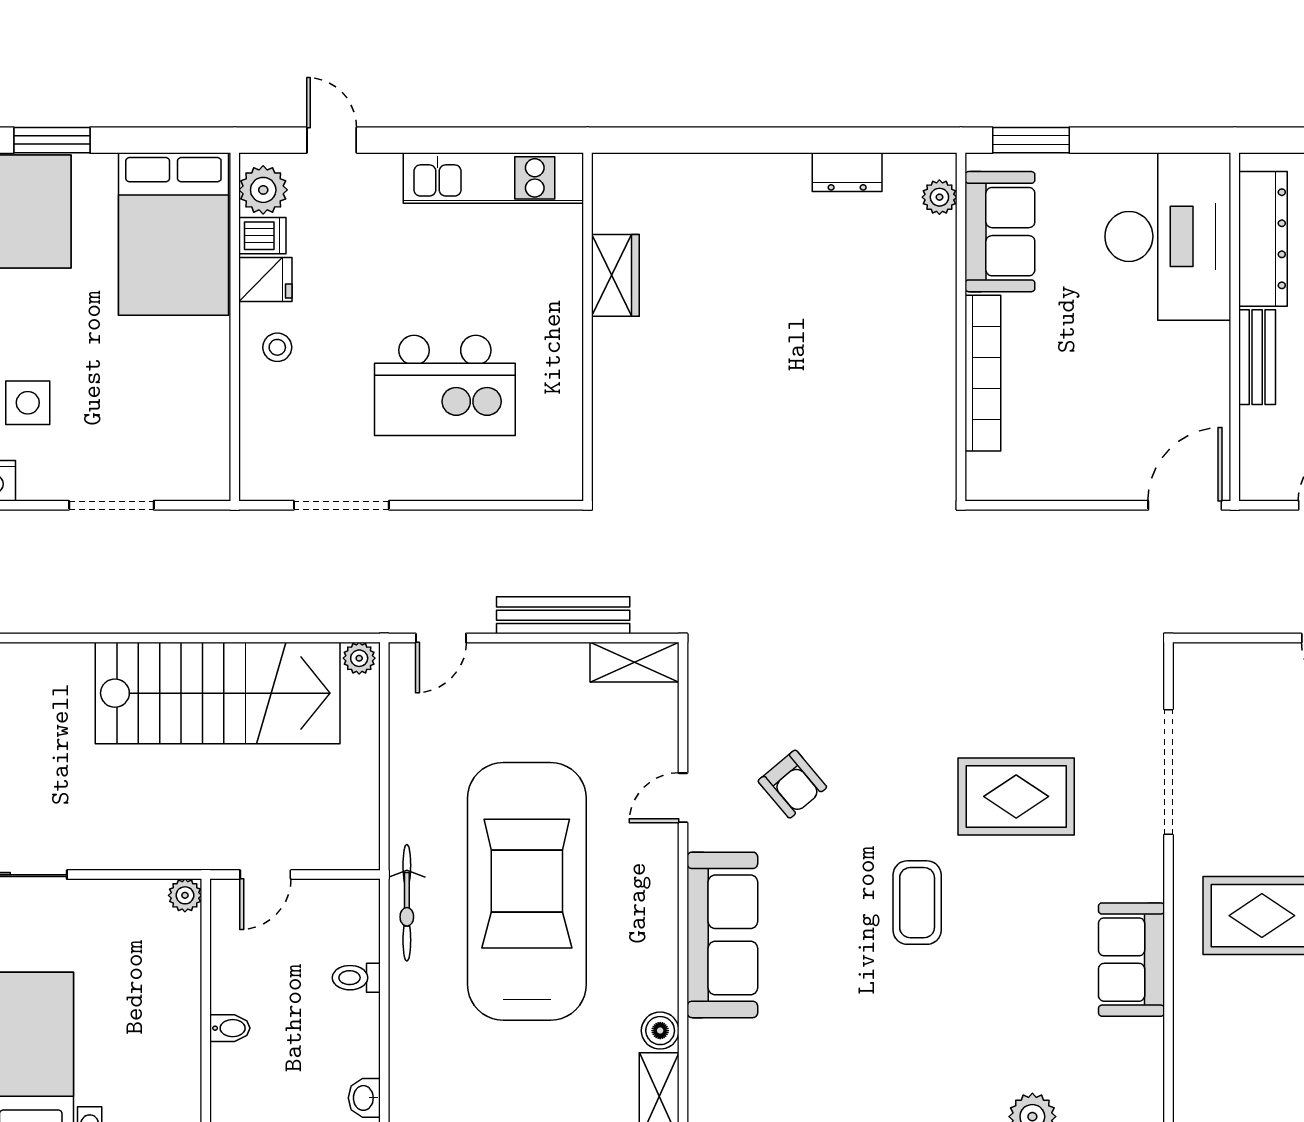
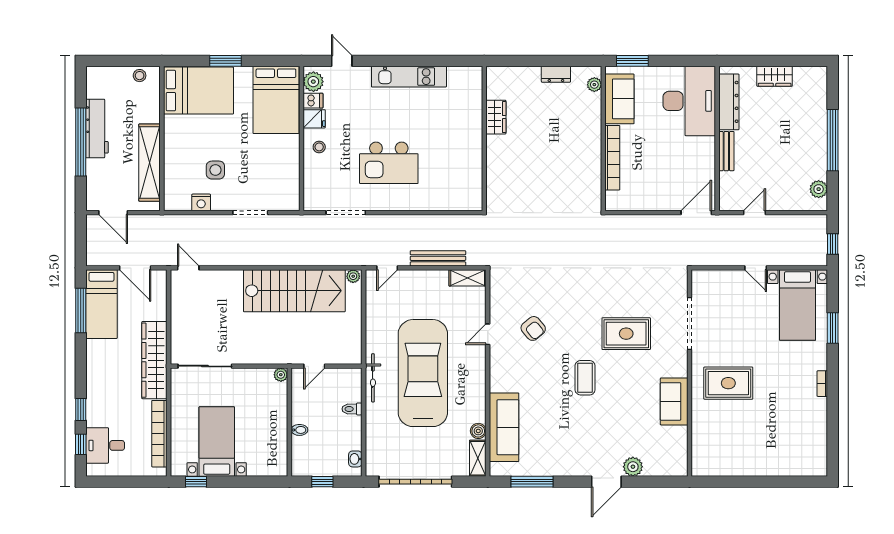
wardrobe: (615, 275) -> (496, 117), moved
wall: (588, 327) -> (484, 138), moved
sofa: (722, 935) -> (504, 427), moved

